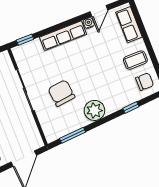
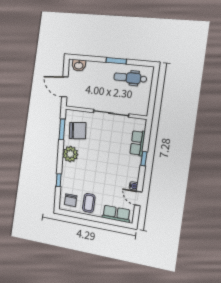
row of seats: (63, 36) -> (137, 143), moved, width x0.68
window: (25, 40) -> (144, 159), moved
chair: (61, 93) -> (78, 131), moved

